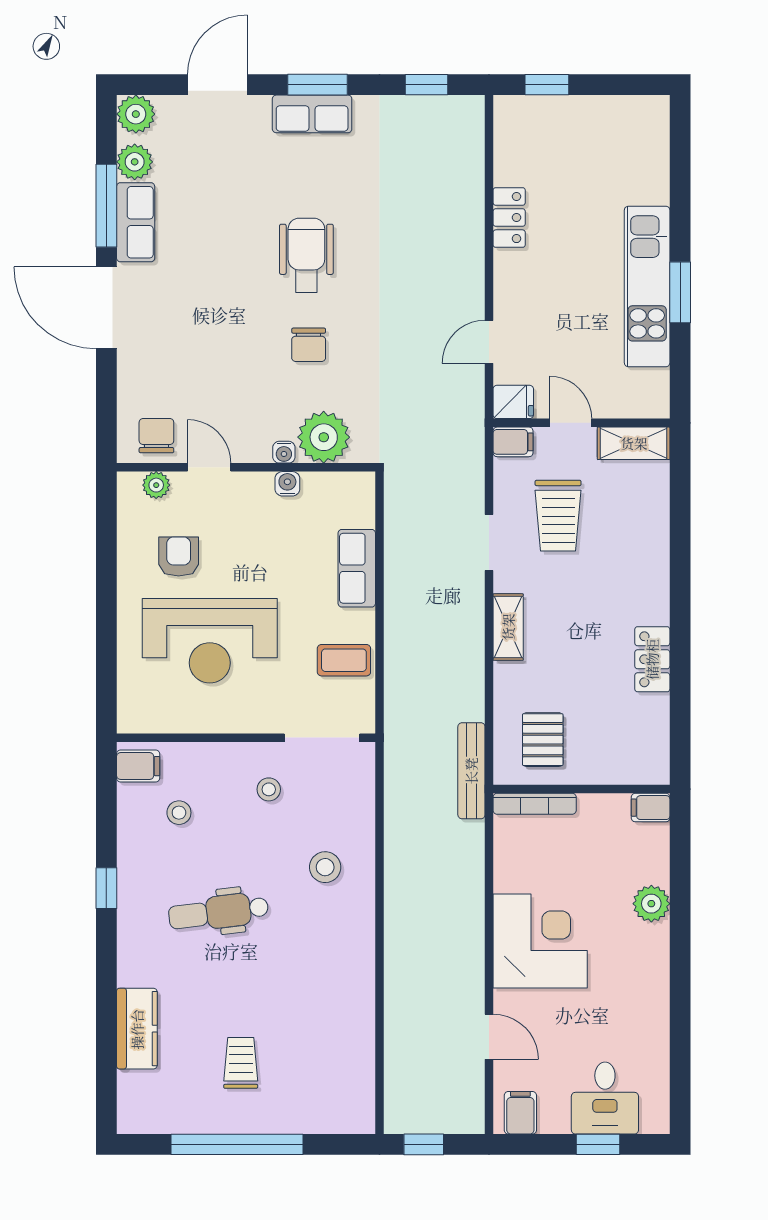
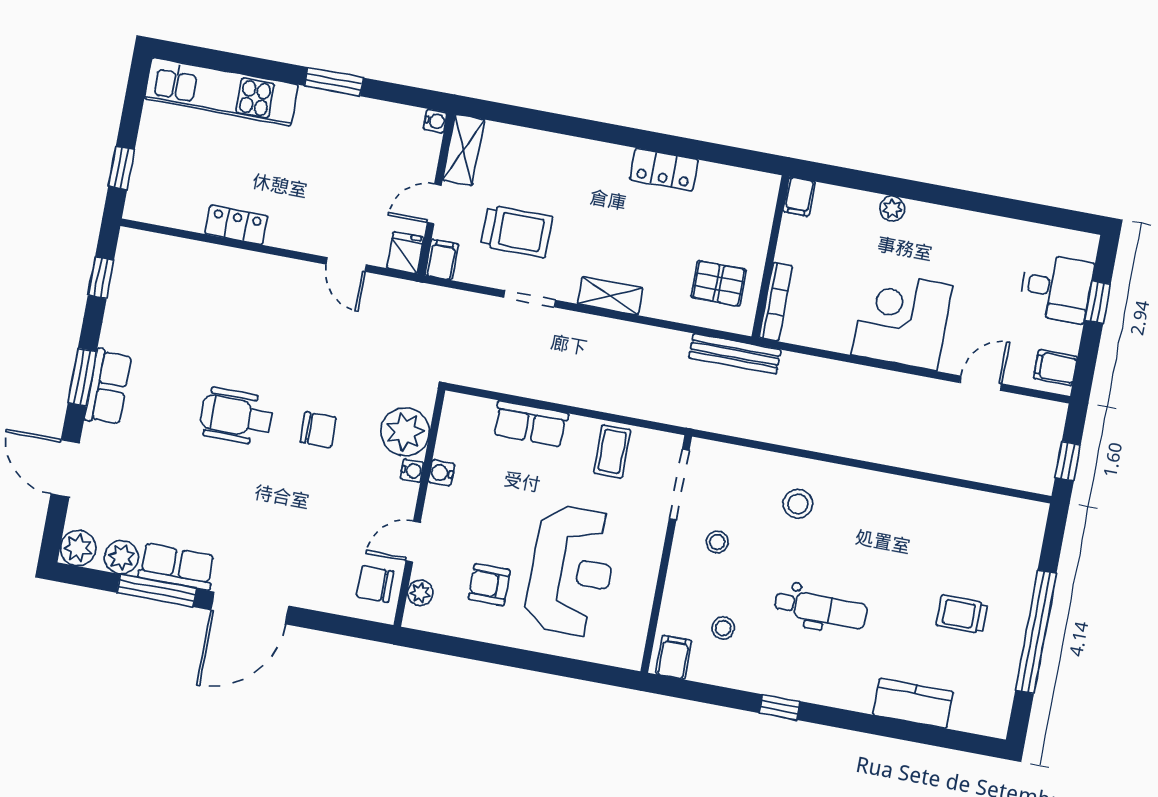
kitchen unit: (647, 286) -> (221, 92), moved
water cooler: (659, 408) -> (435, 121), added
plant: (651, 904) -> (892, 209), width x0.73, depth x0.73
dental chair: (219, 912) -> (821, 609), turned -83

